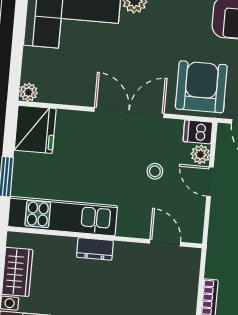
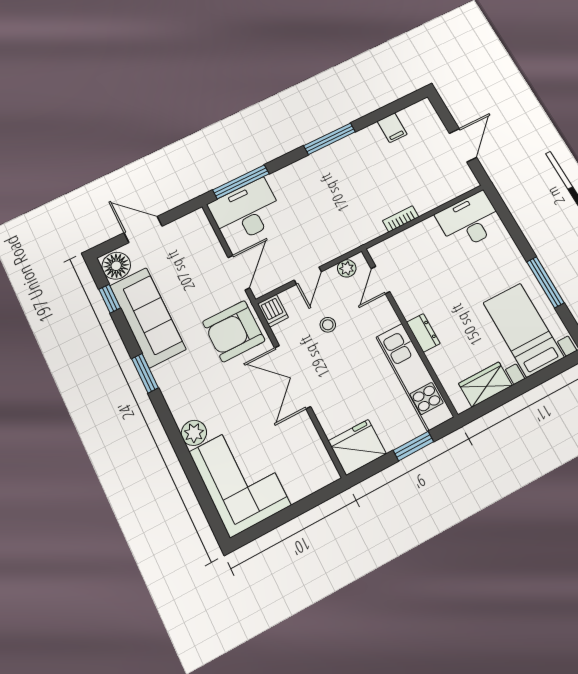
plant: (28, 92) -> (329, 474), removed
plant: (200, 154) -> (347, 268), moved

